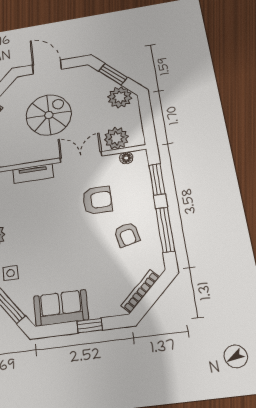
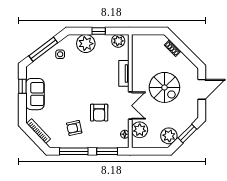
sofa: (61, 308) -> (35, 94), moved
window: (90, 326) -> (22, 86), moved

